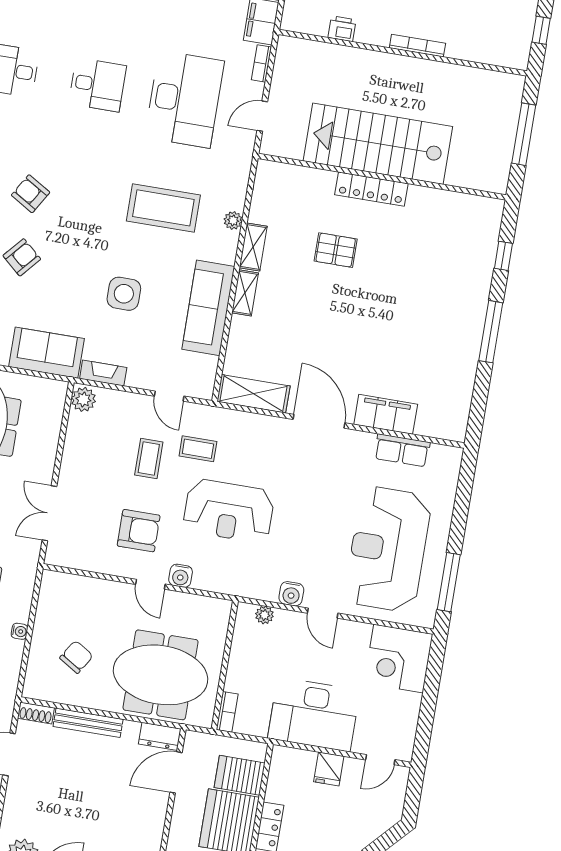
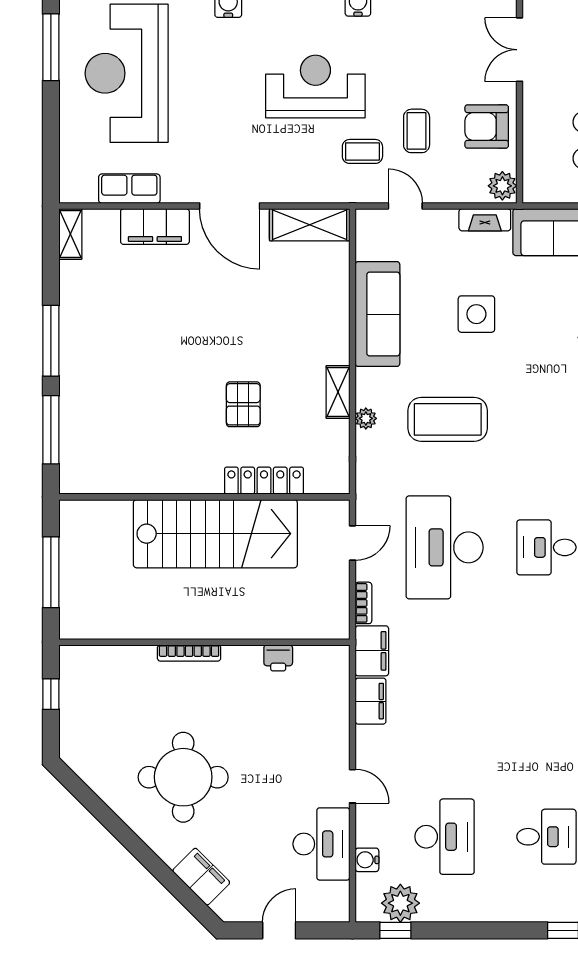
locker: (371, 189) -> (264, 481), moved
pallet: (336, 250) -> (243, 404), turned 90
window: (503, 256) -> (51, 430), width x2.17
shelving: (245, 293) -> (70, 234), moved
double door: (49, 513) -> (519, 50), swing flipped
armchair: (139, 531) -> (487, 126), moved
reception desk: (388, 549) -> (127, 73), turned 180

